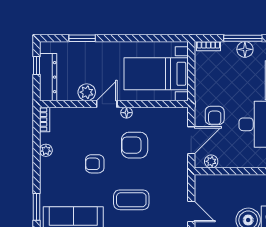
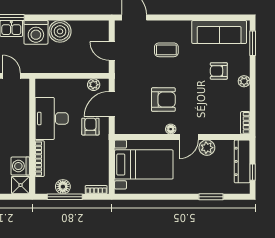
plant: (46, 150) -> (244, 81), moved
armchair: (95, 164) -> (219, 71), moved, turned 180
coffee table: (131, 200) -> (166, 50), width x0.73, depth x0.77
door: (191, 211) -> (112, 51), moved

